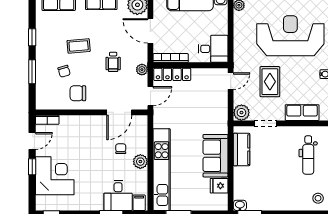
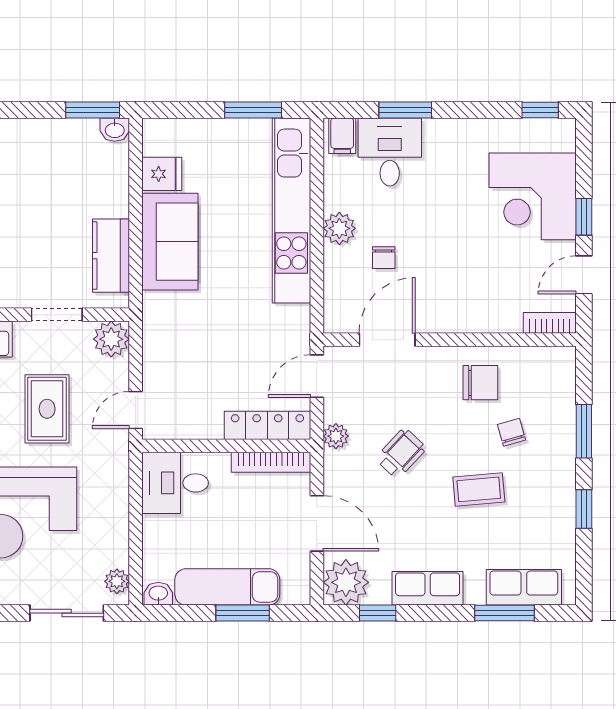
wheelchair: (113, 62) -> (401, 453), turned 43

